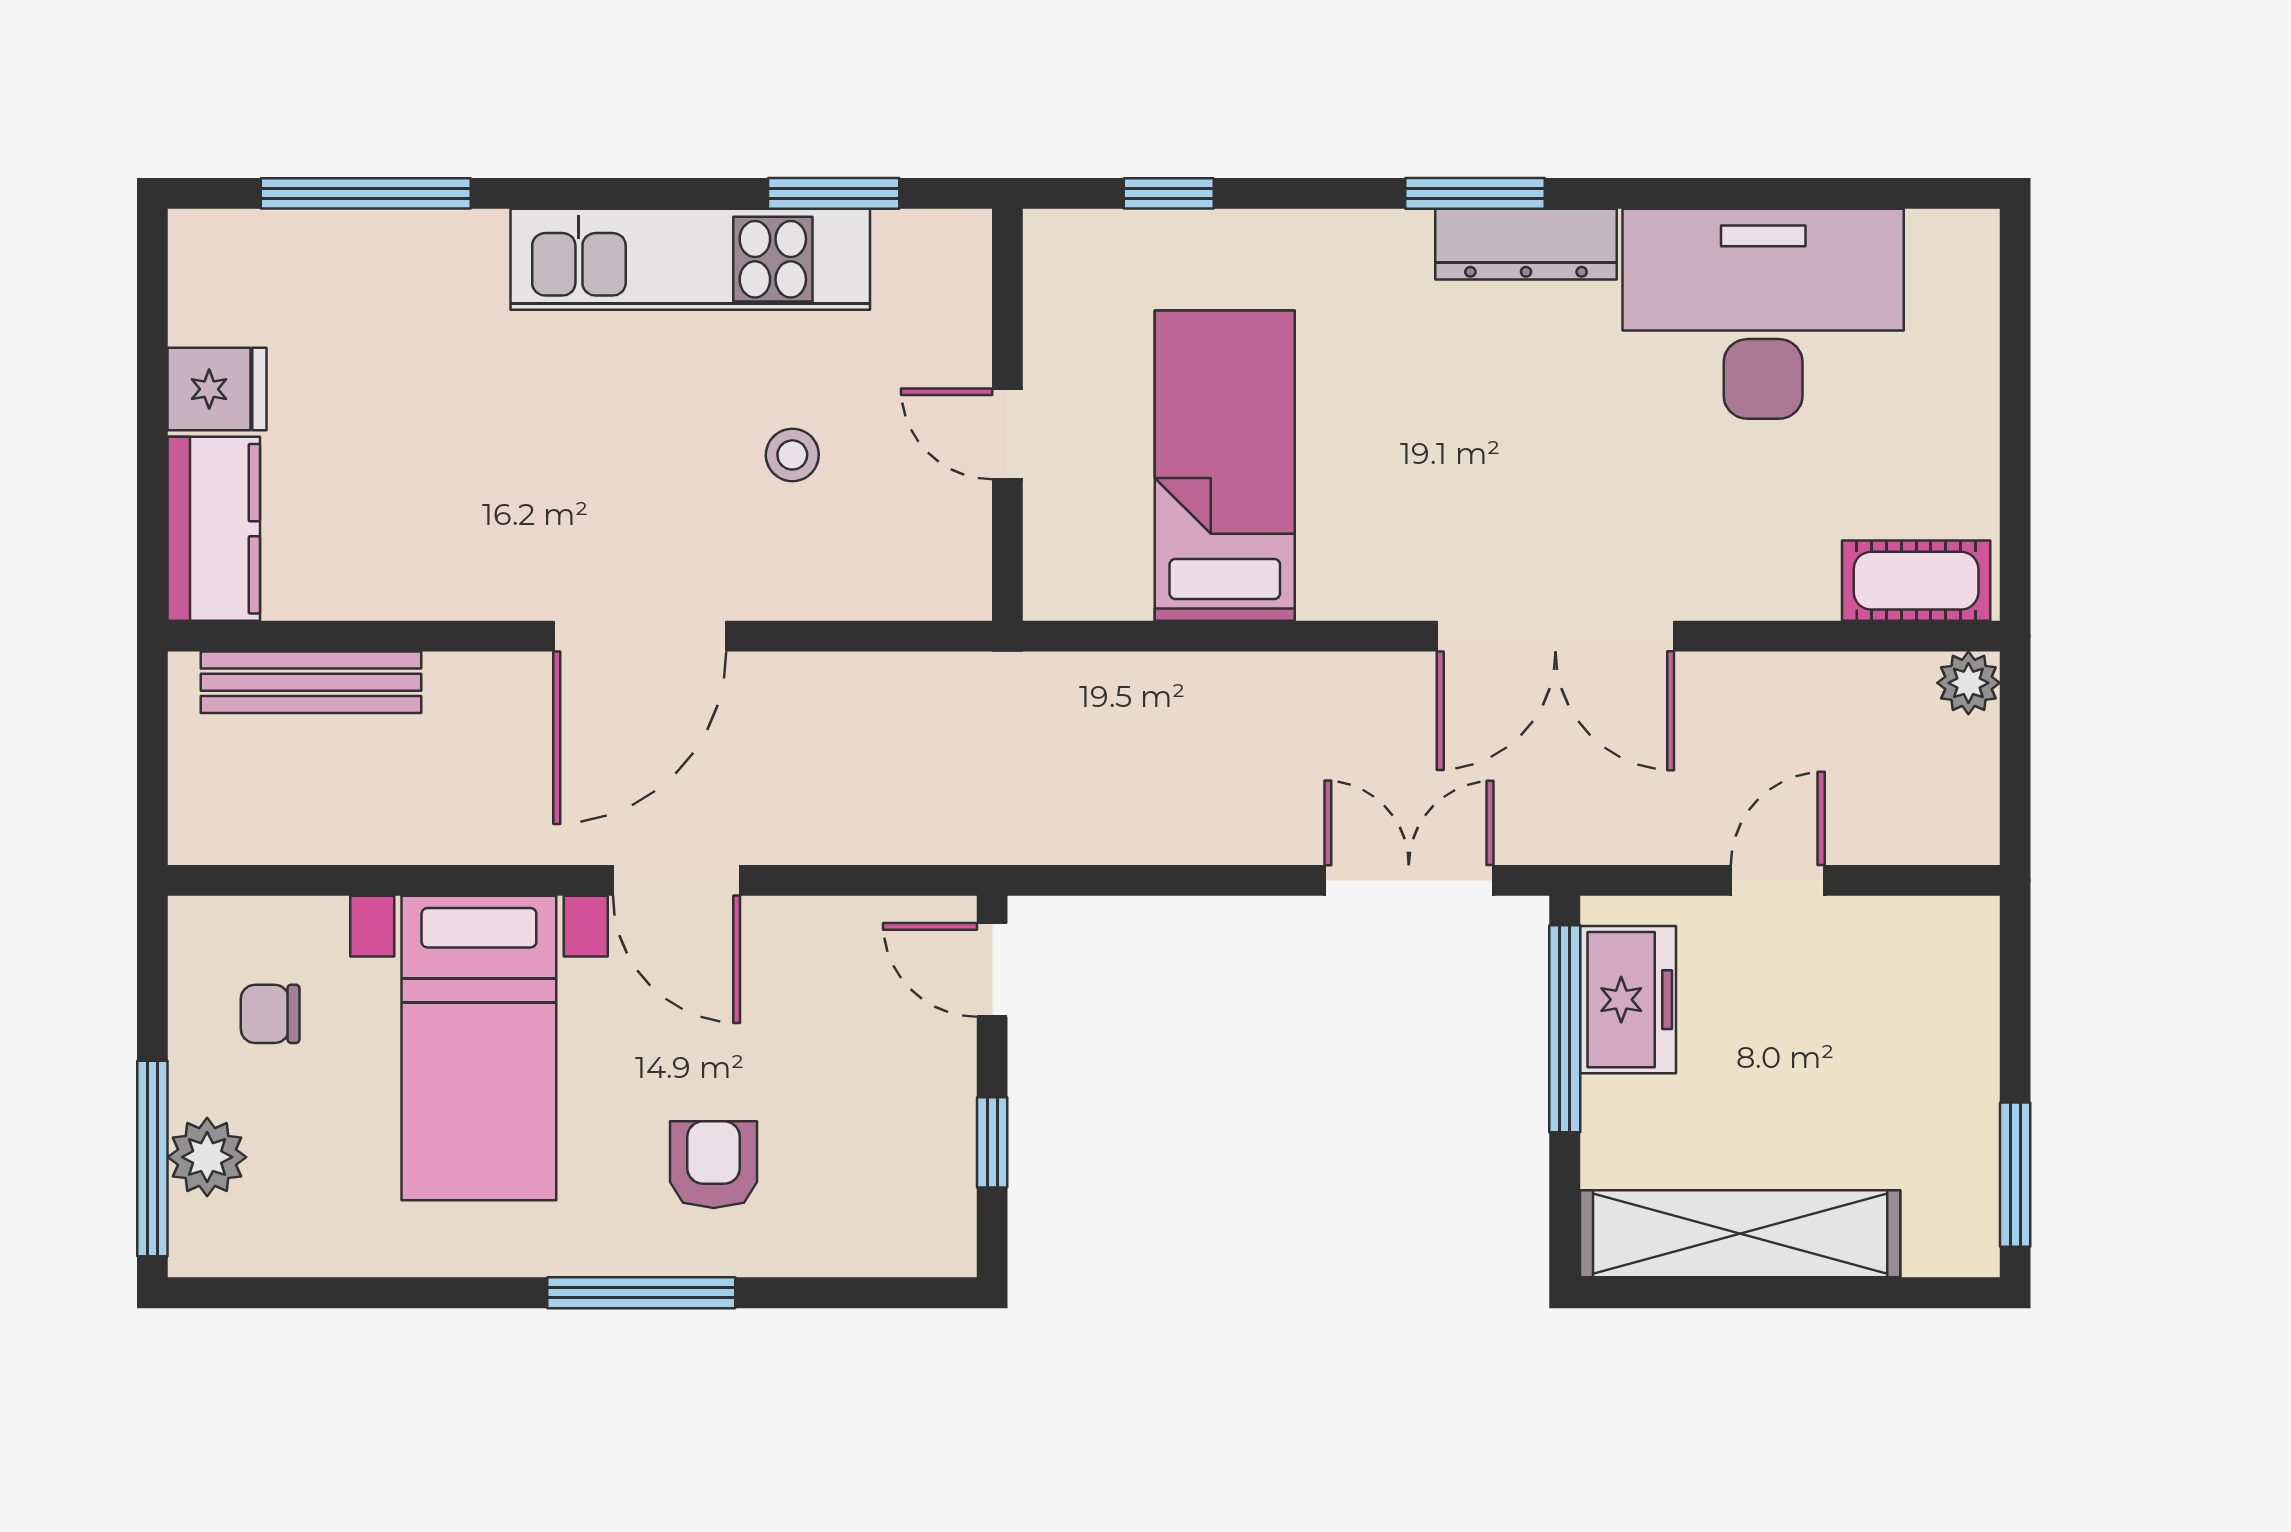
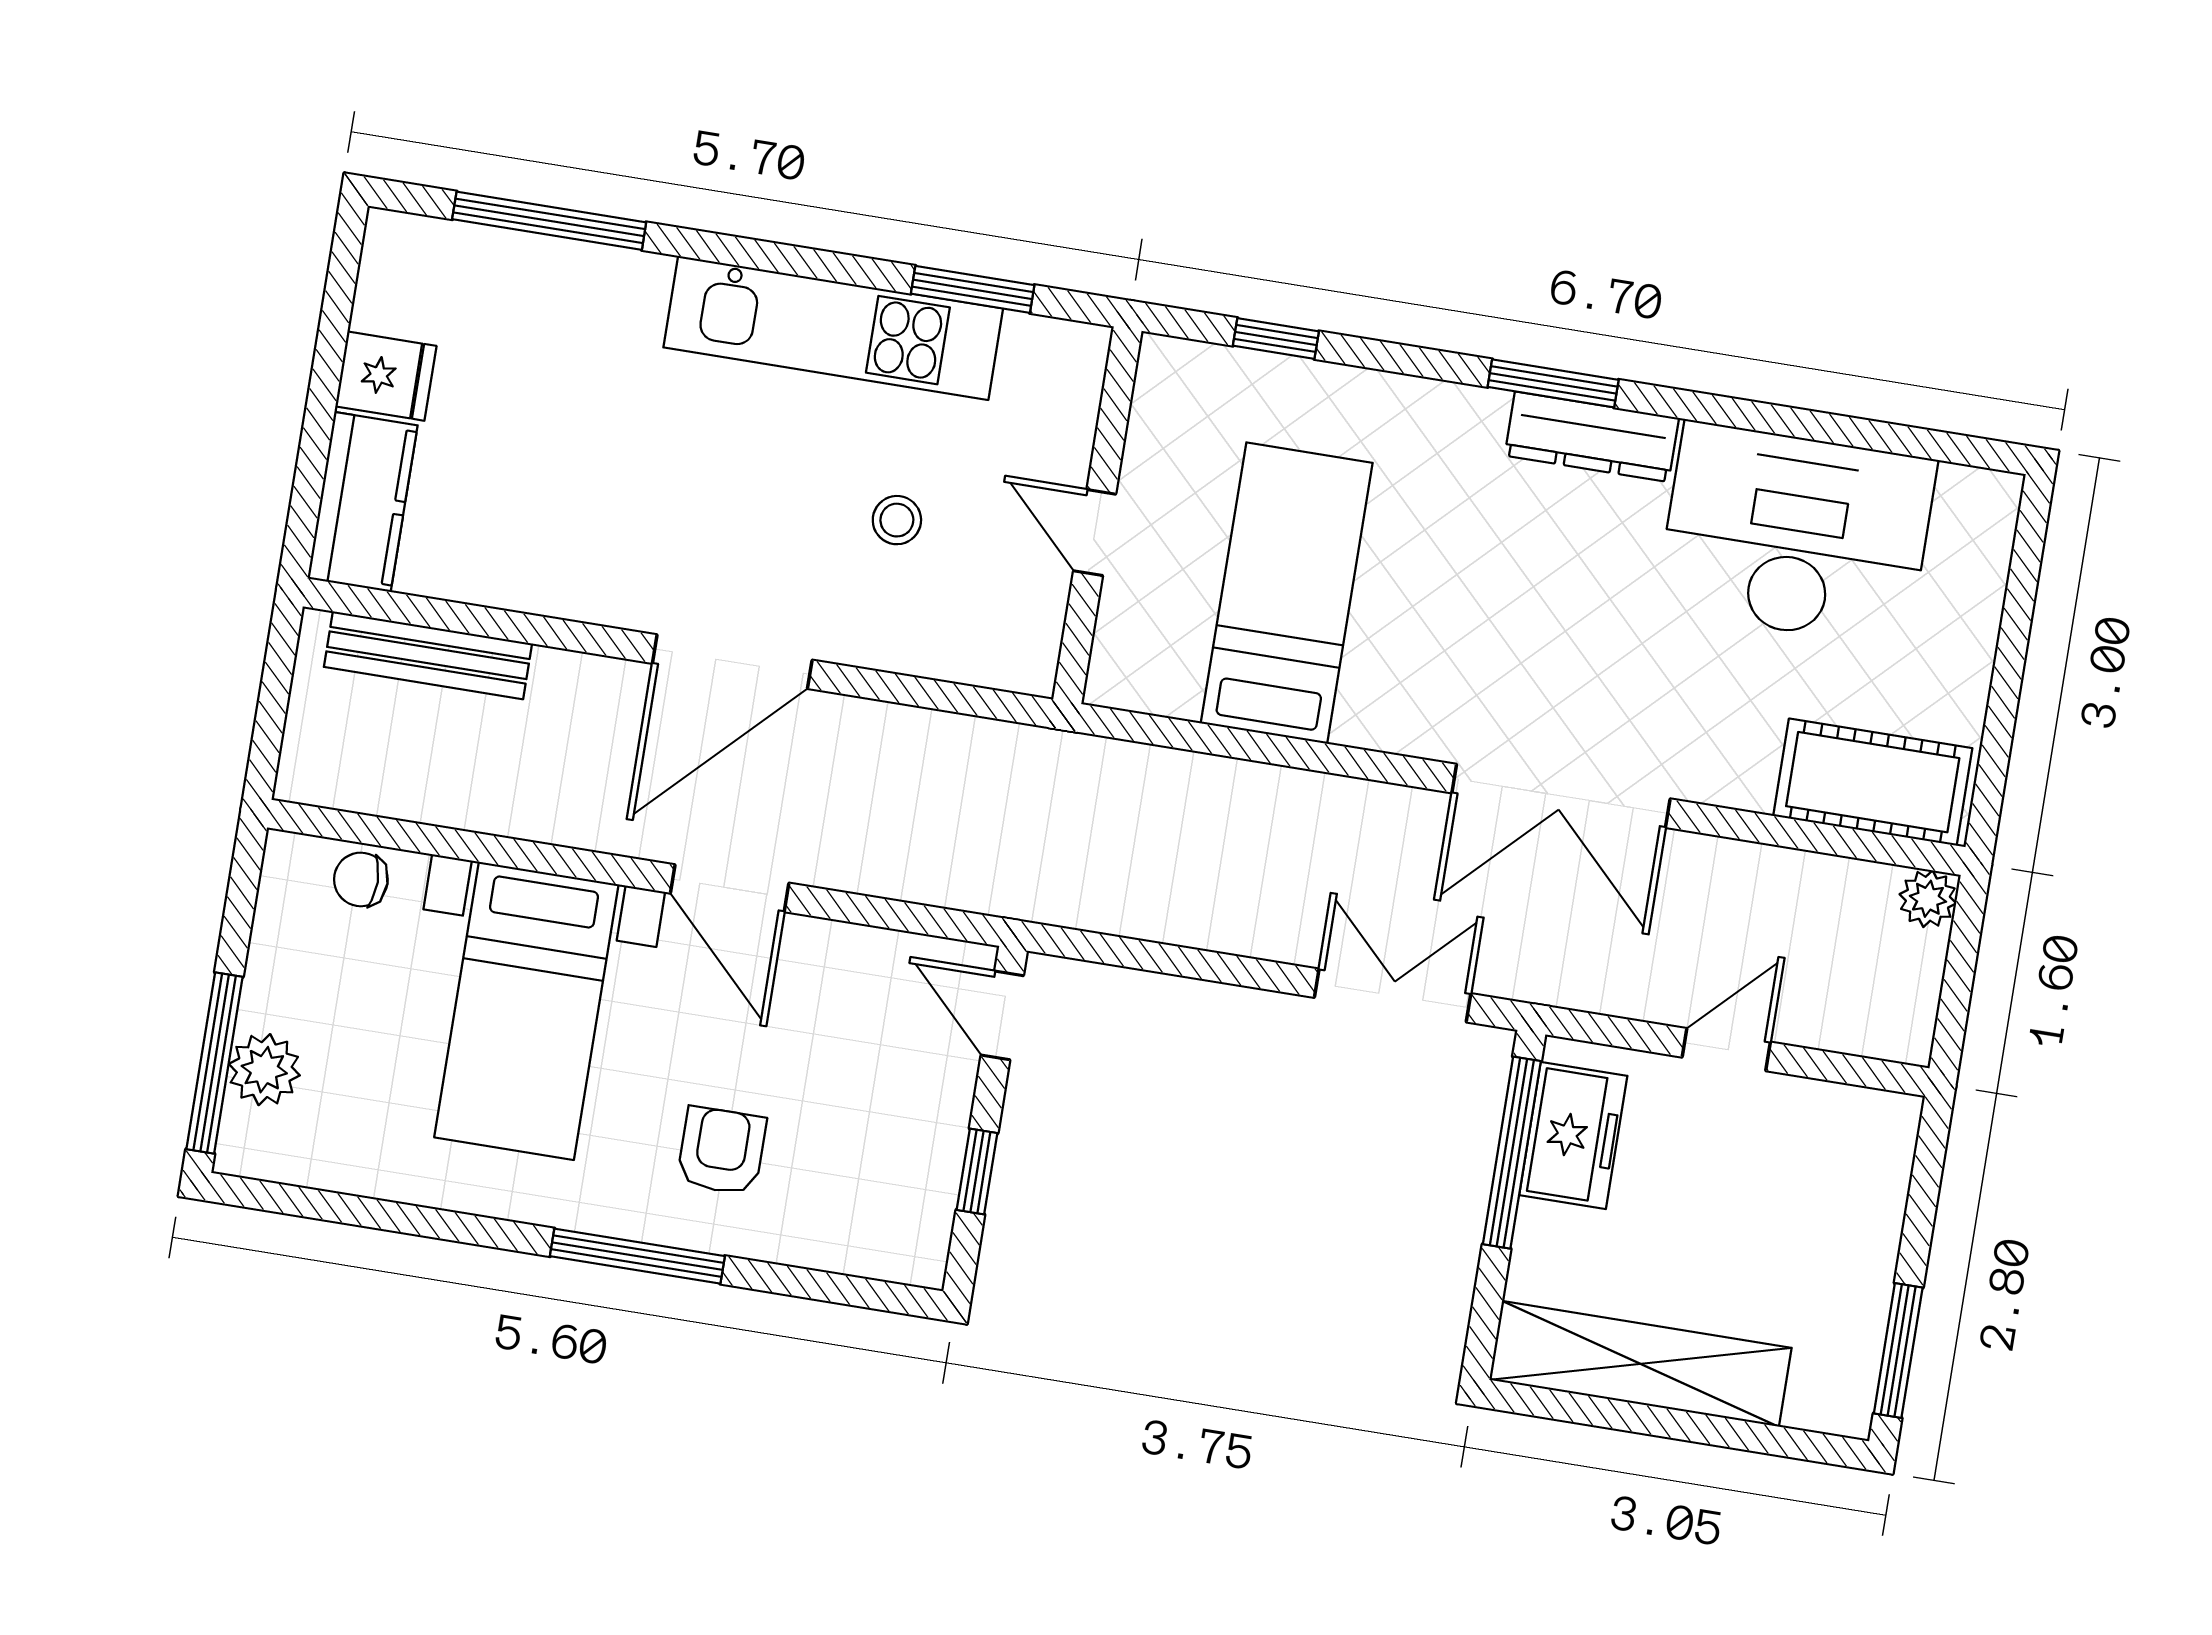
cot: (1916, 581) -> (1873, 782), width x1.37, depth x1.34
chair: (270, 1014) -> (361, 879), moved

